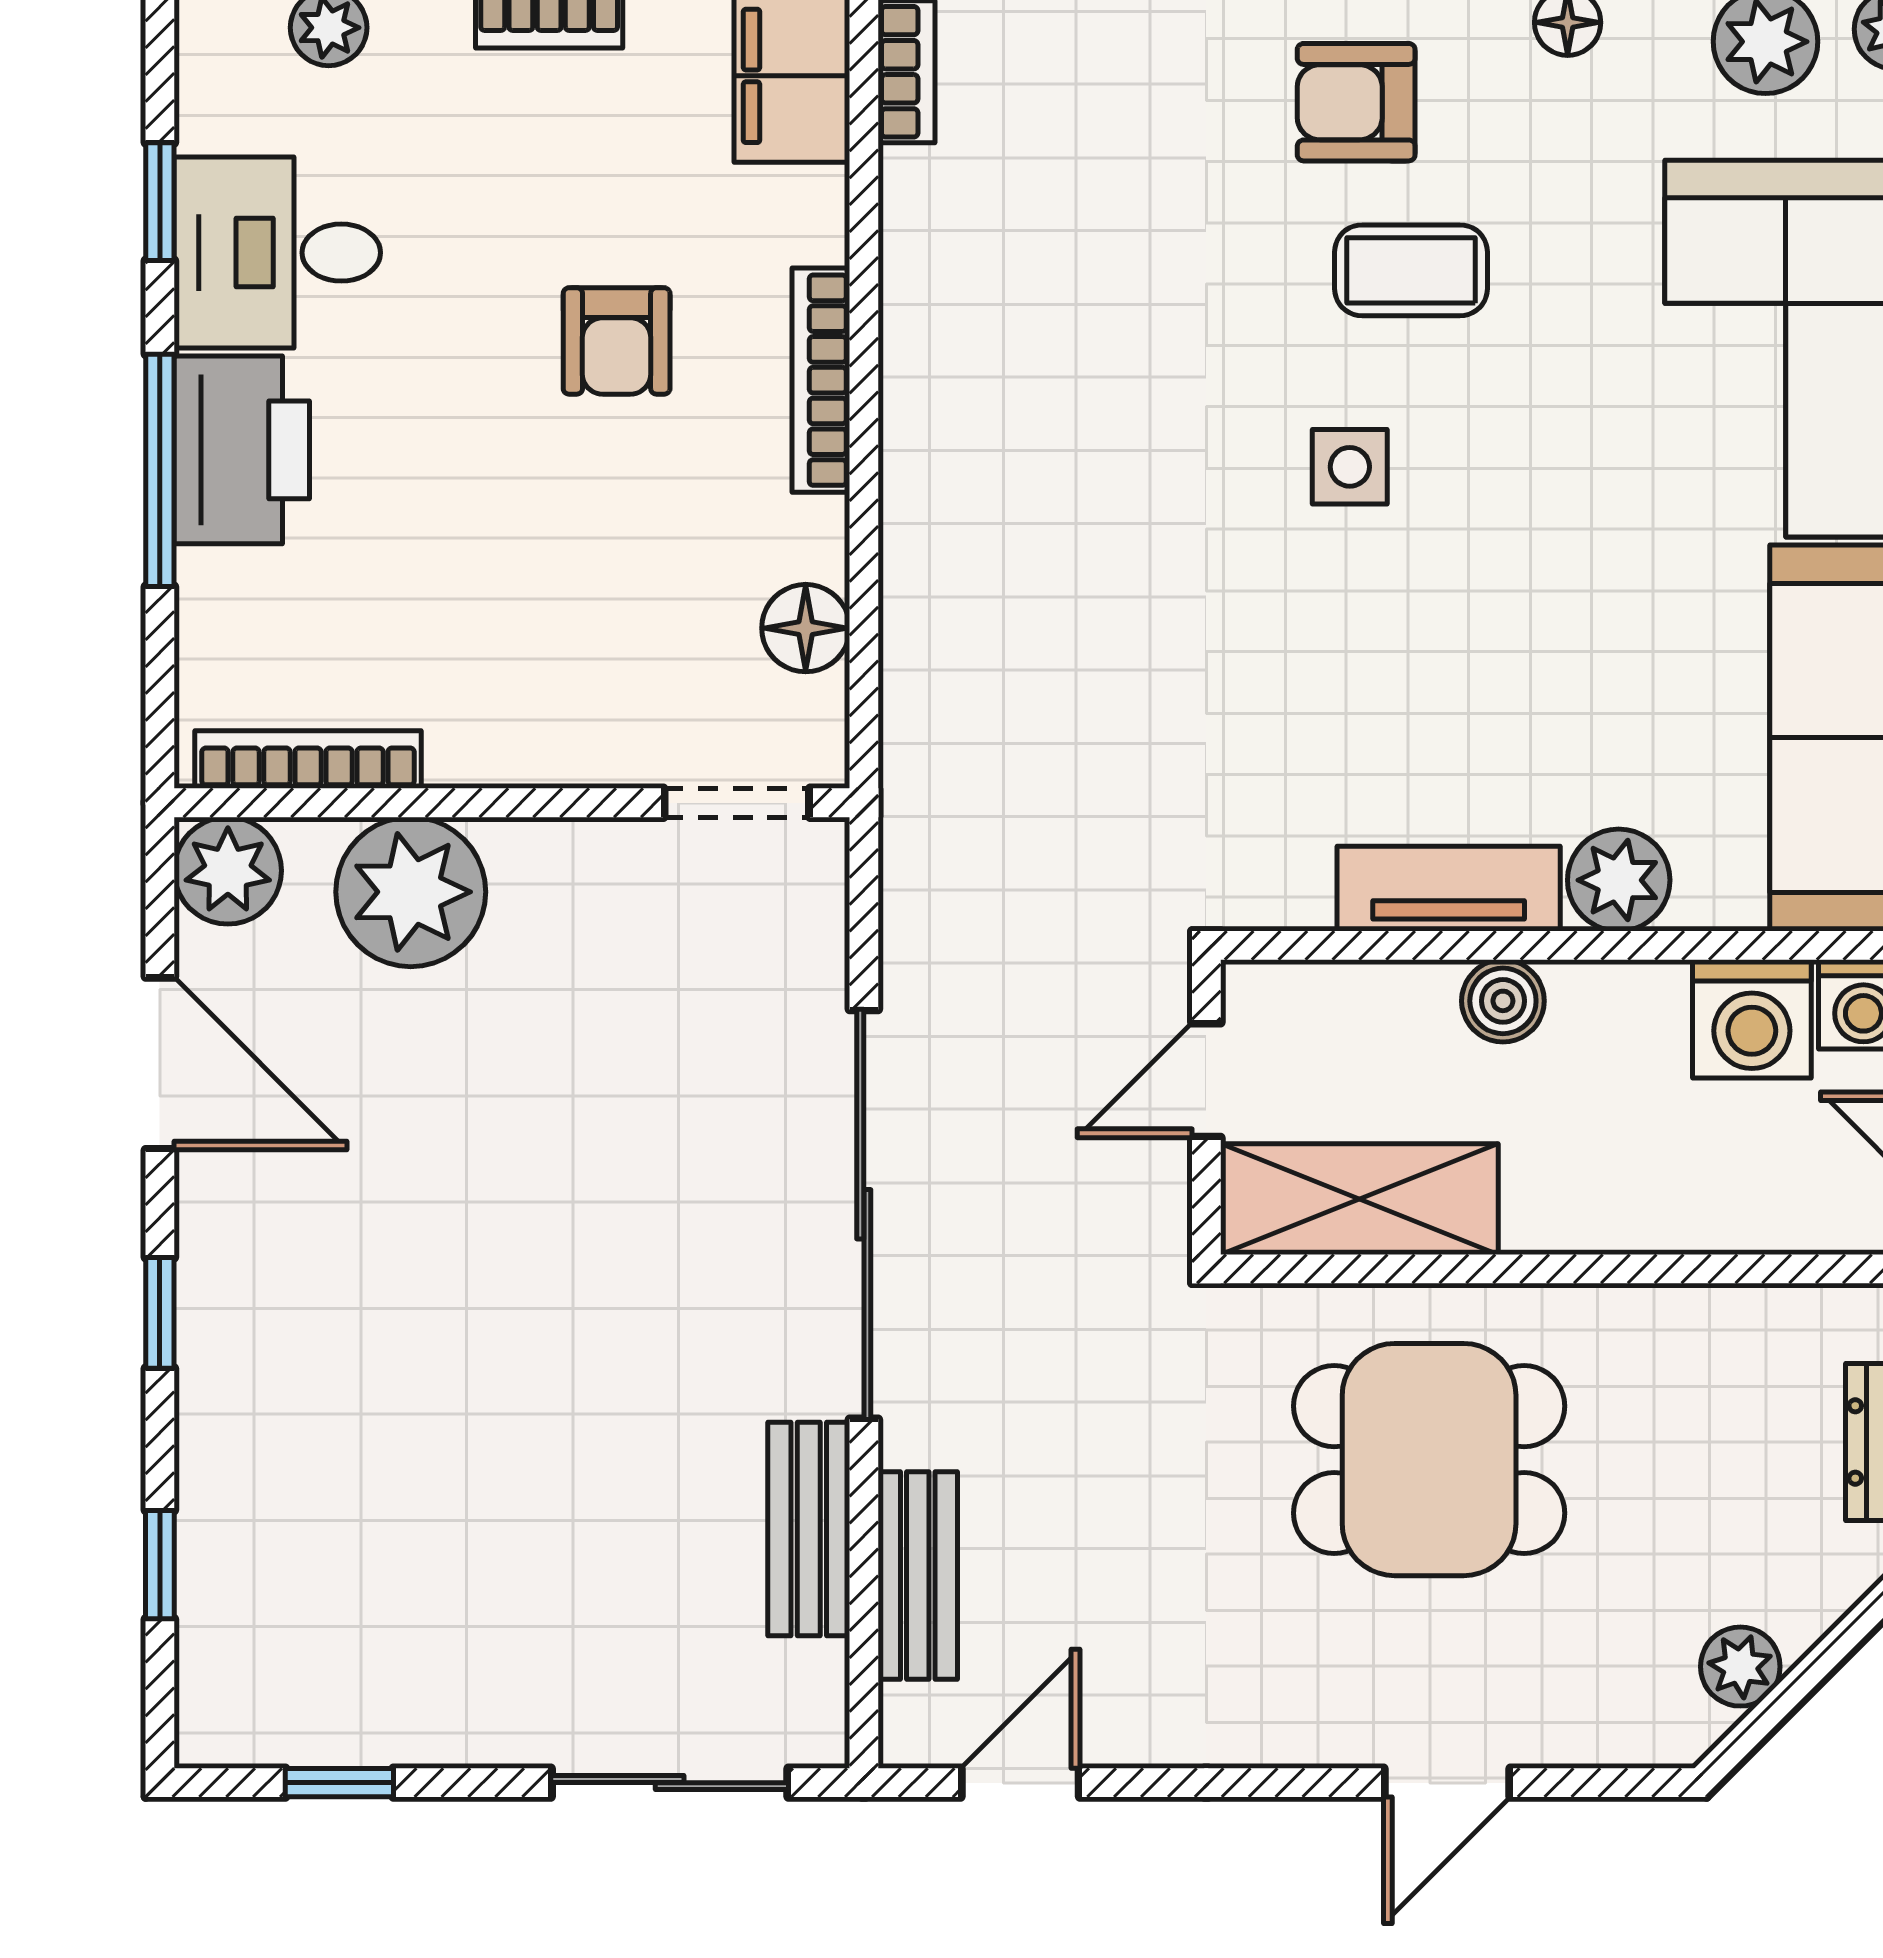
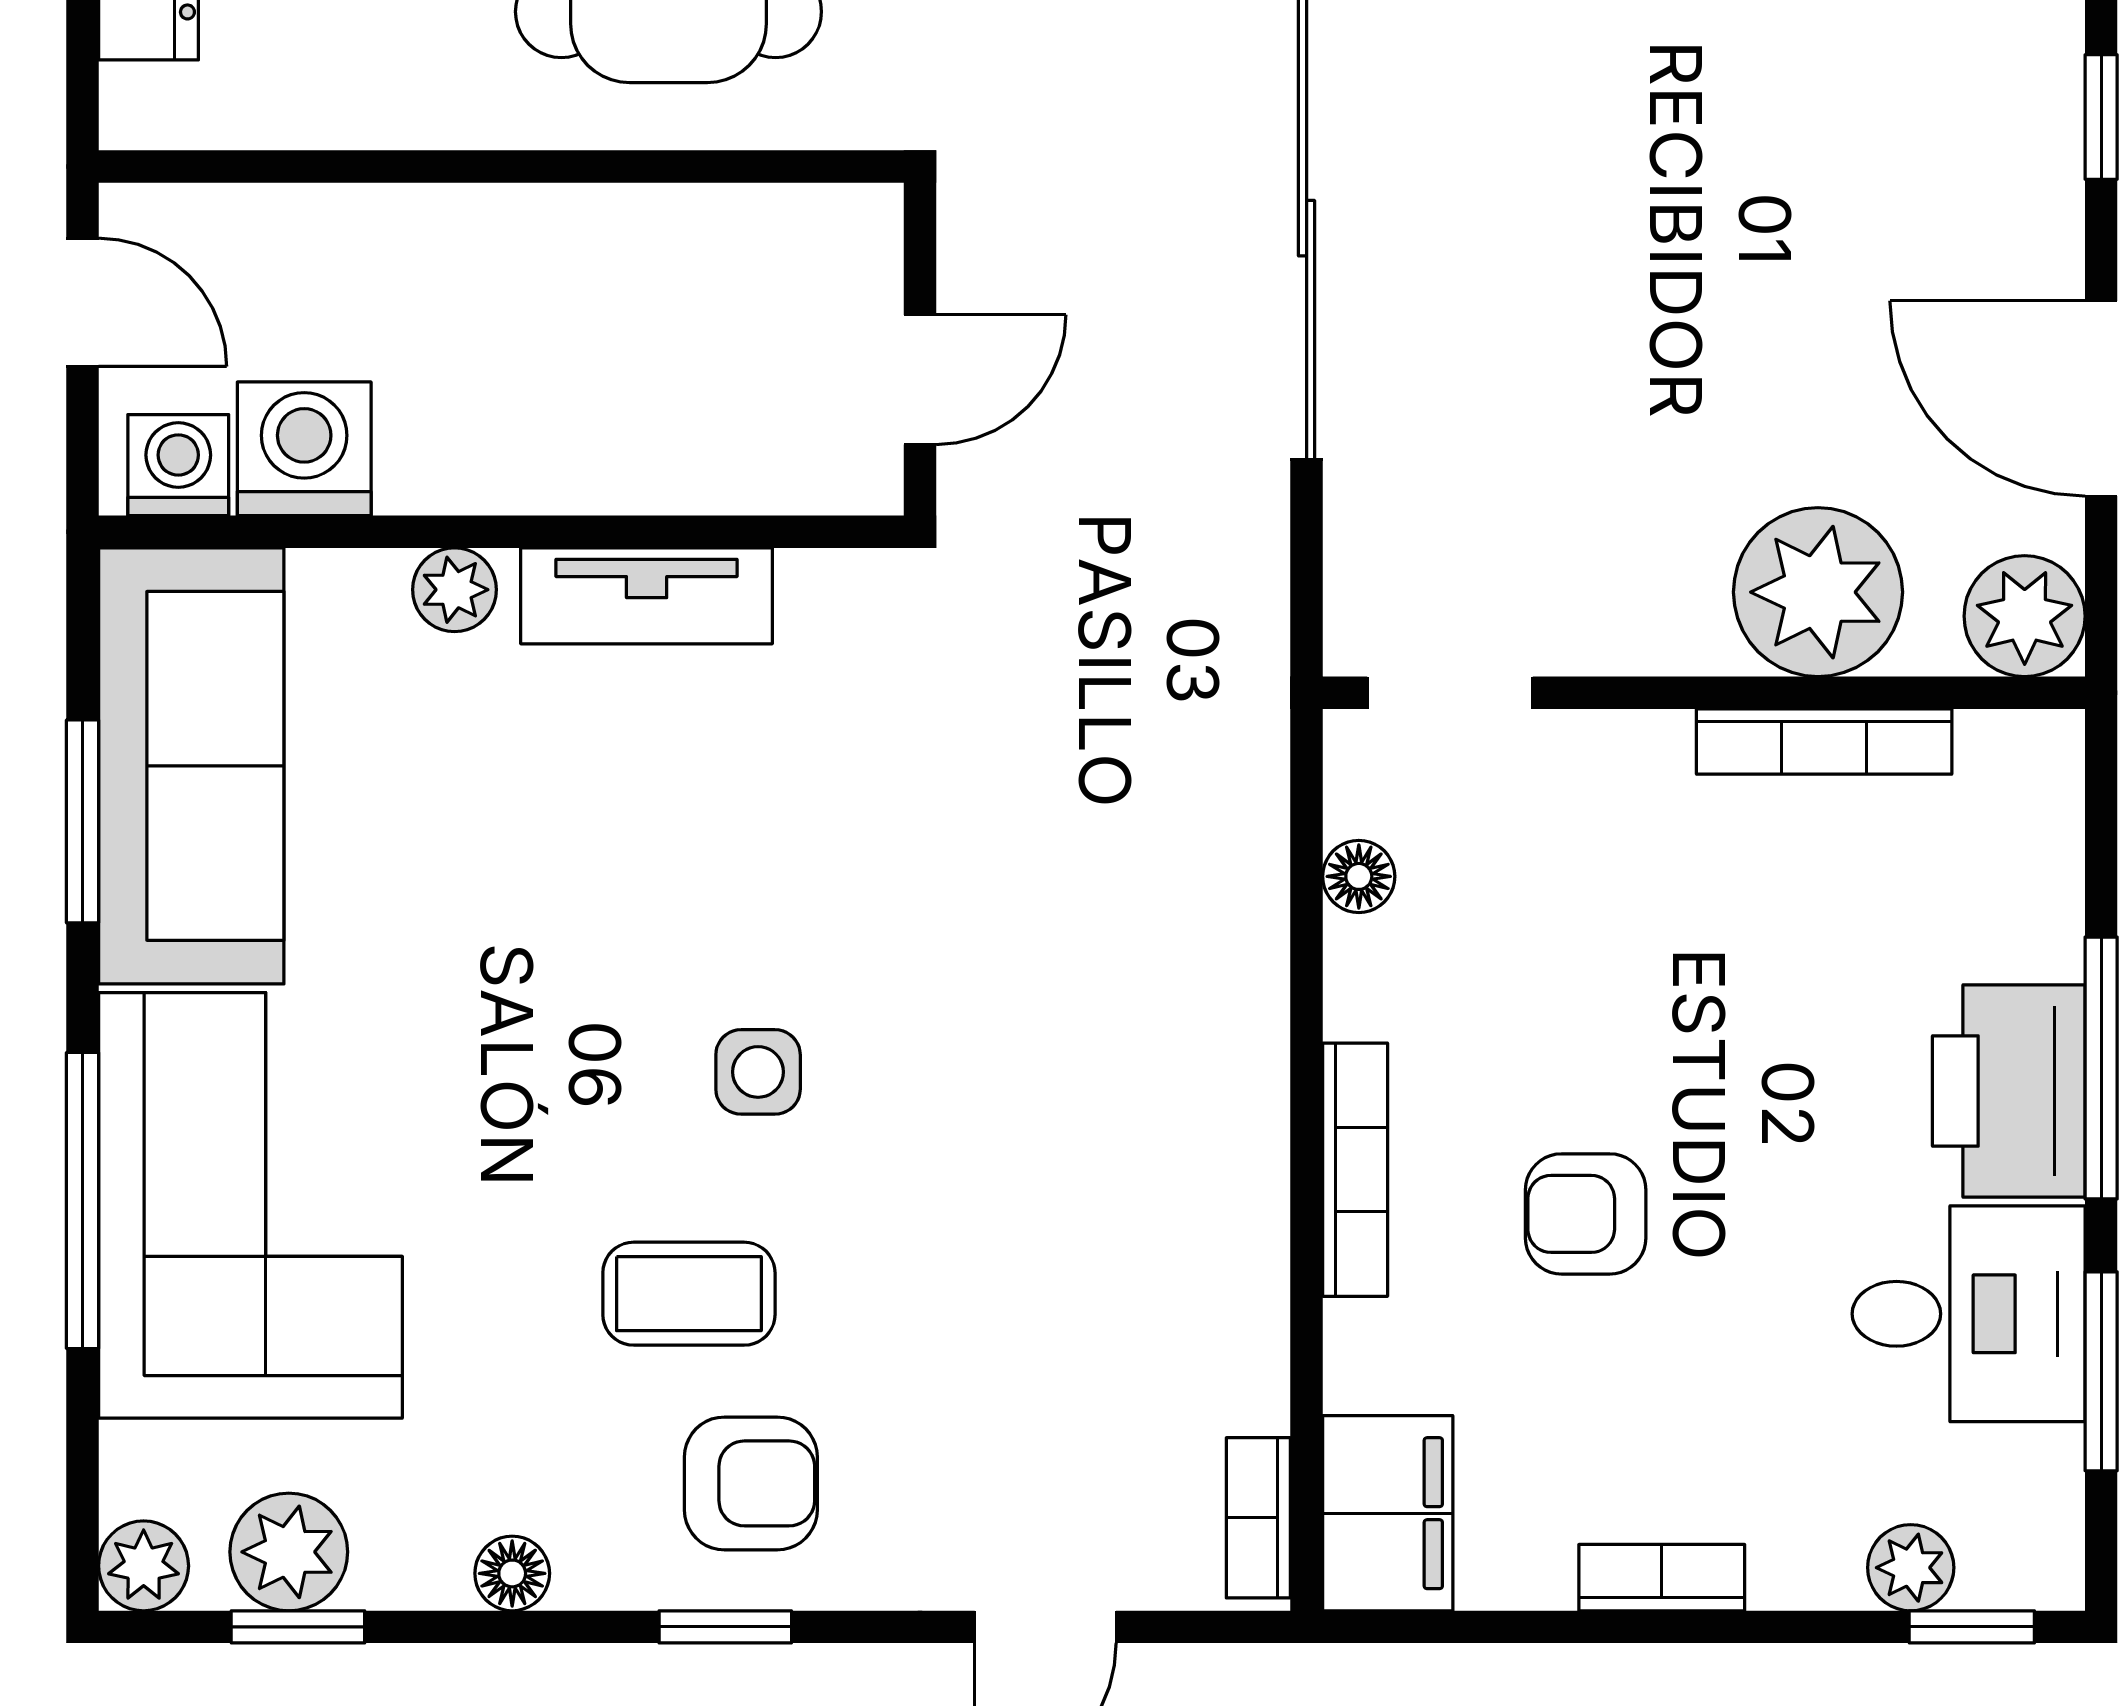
window: (160, 202) -> (2101, 1371), width x1.50
armchair: (617, 341) -> (1586, 1214), turned -90
floor lamp: (806, 628) -> (1359, 876), width x0.73, depth x0.73
bookcase: (308, 760) -> (1824, 742), moved
plant: (1619, 880) -> (454, 590), width x0.73, depth x0.73
boiler: (1503, 1001) -> (585, 469), removed
shelving: (1359, 1199) -> (747, 245), removed

